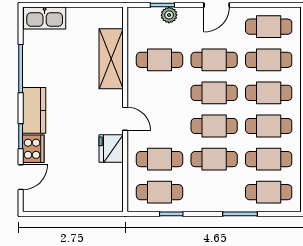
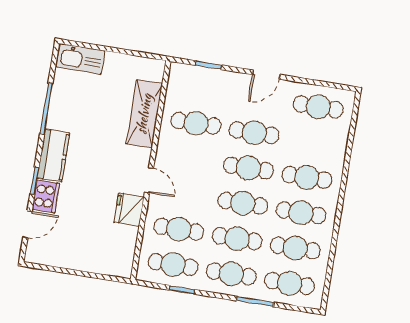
plant: (169, 15) -> (214, 77), removed
cafe table: (269, 60) -> (231, 274), moved

